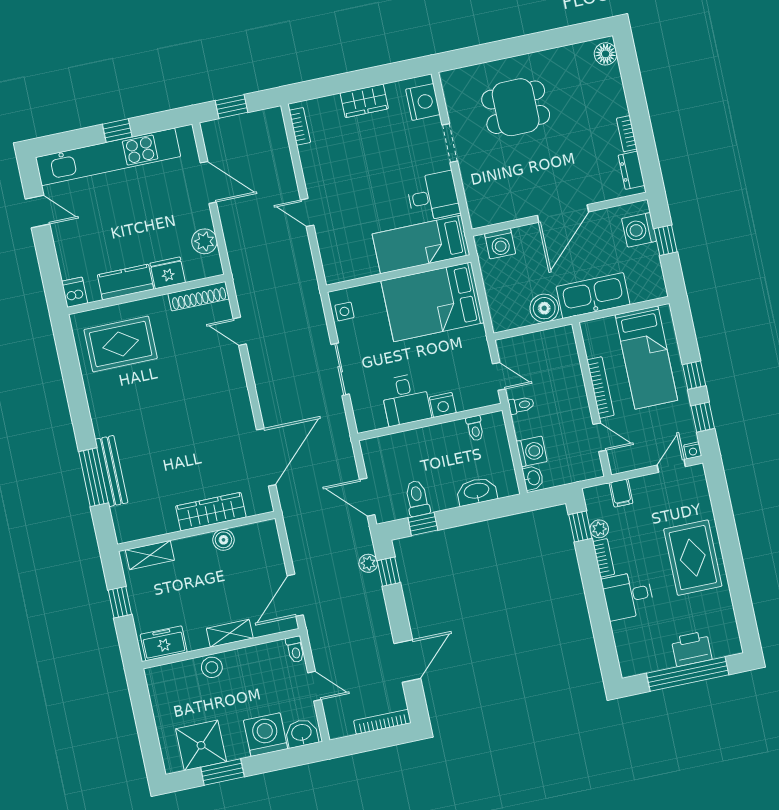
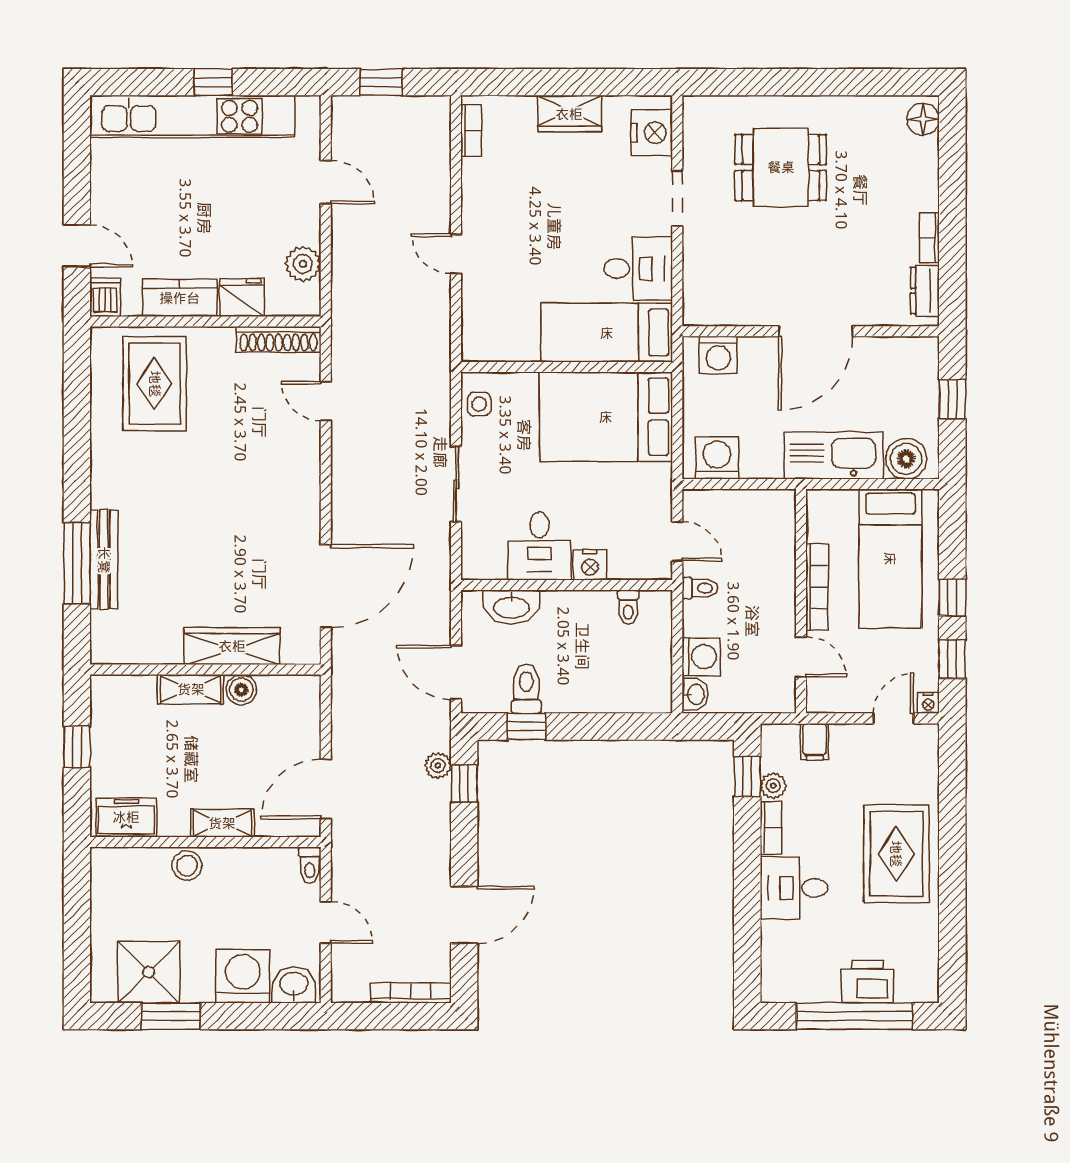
door: (208, 182) -> (326, 182), width x0.73
door: (38, 212) -> (77, 246), moved
washing machine: (639, 230) -> (717, 458), moved, turned 90
boiler: (544, 308) -> (906, 459), moved
rug: (121, 344) -> (155, 384), turned 90
washbasin: (477, 491) -> (511, 607), moved, turned 180
shelving: (150, 555) -> (191, 689), moved

